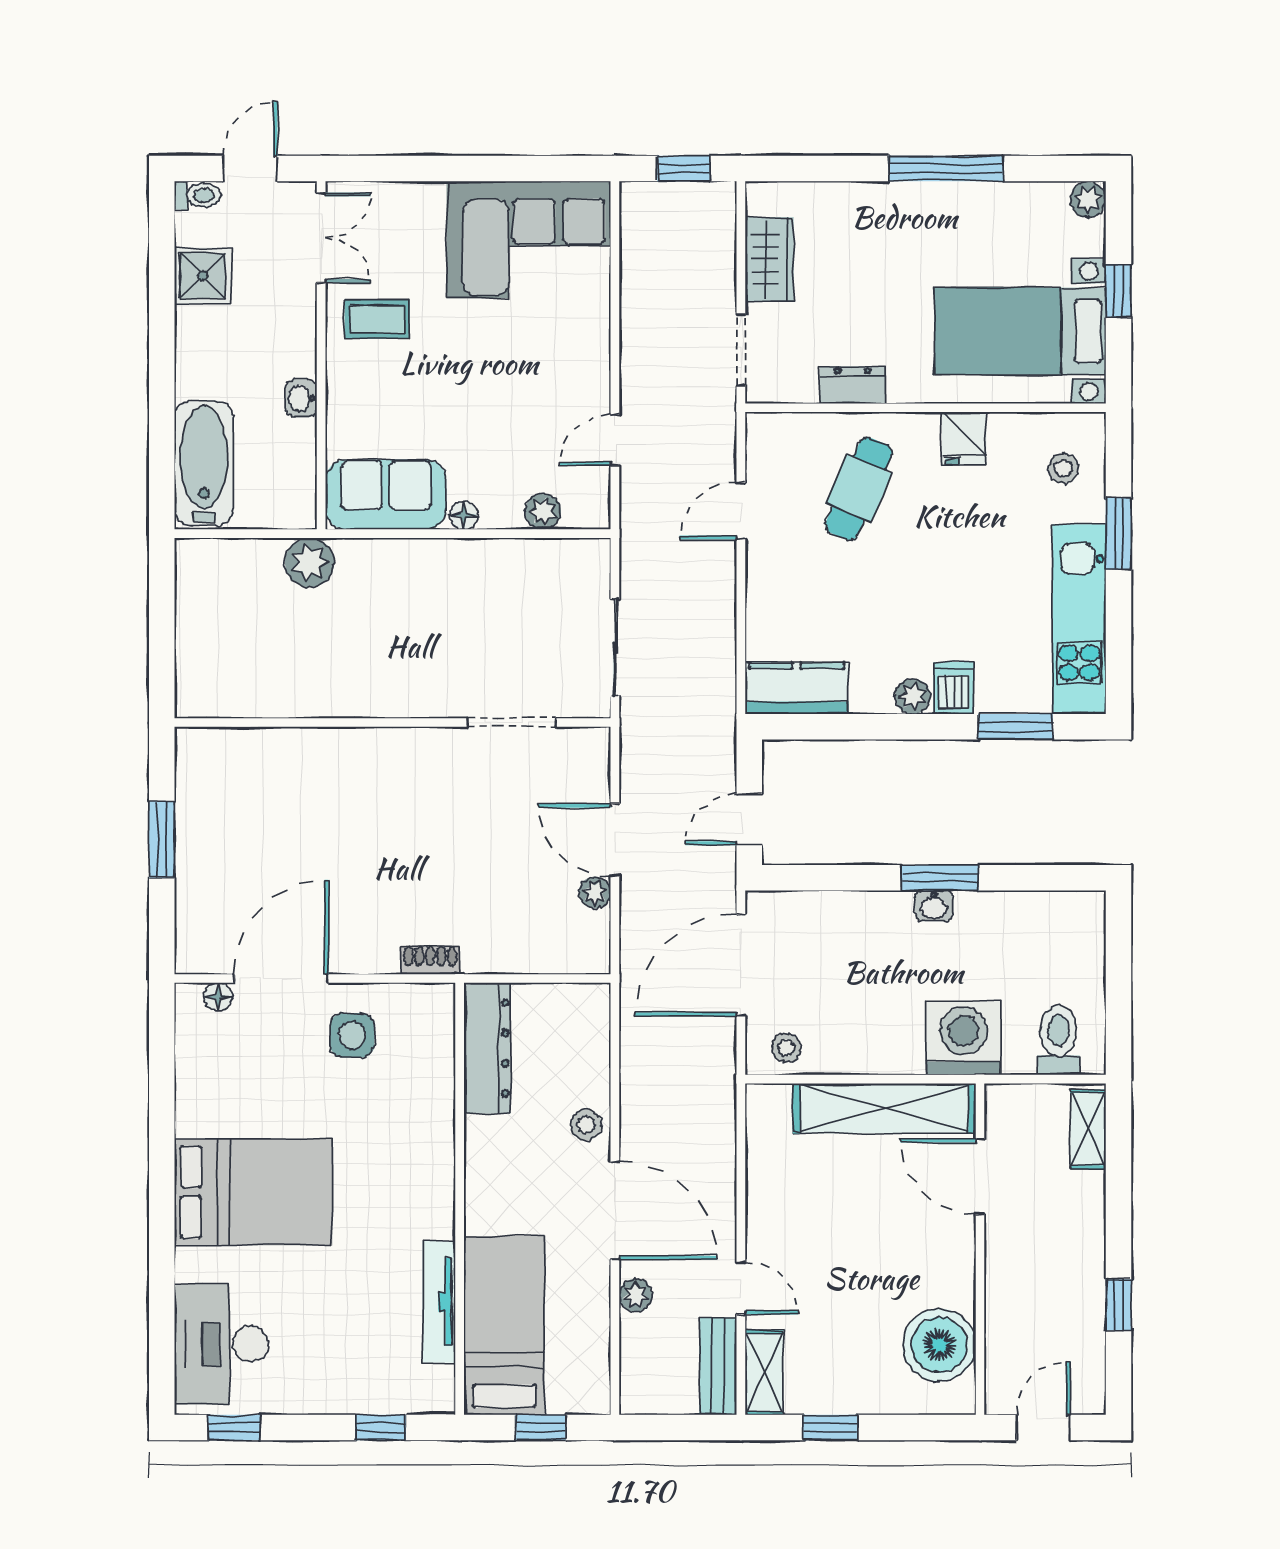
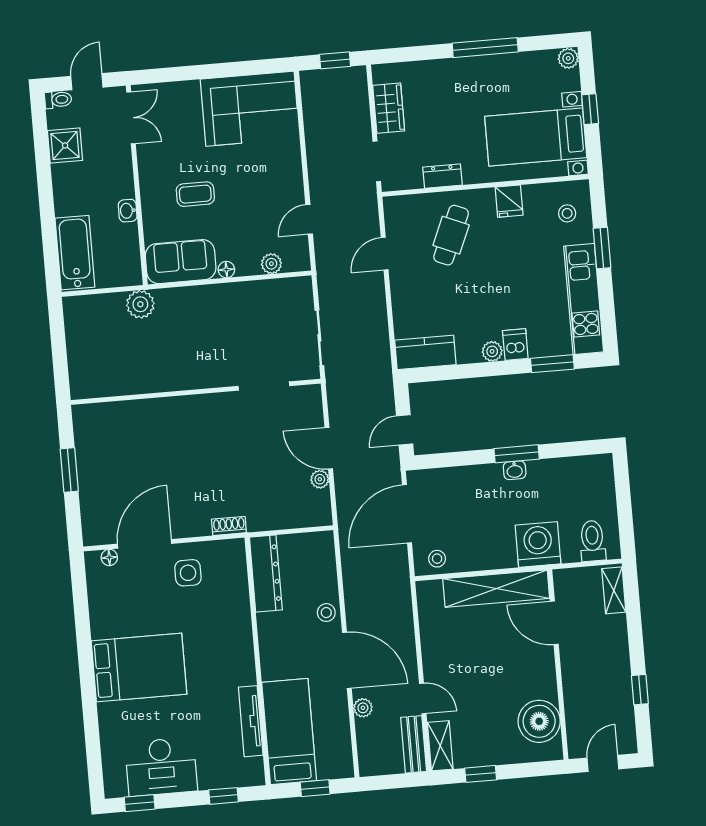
coffee table: (377, 319) -> (195, 194), moved
desk: (222, 1344) -> (161, 767), moved, turned -90

